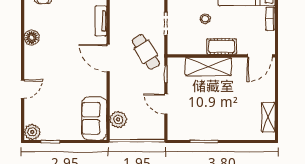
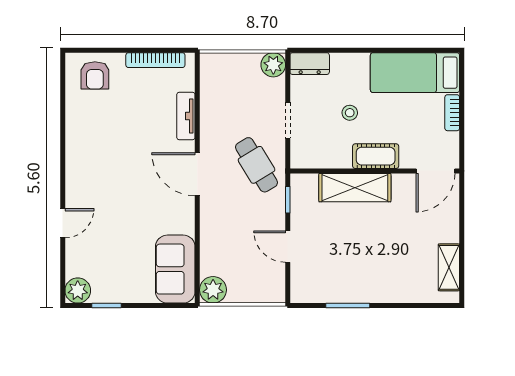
floor lamp: (32, 38) -> (77, 142), removed
plant: (118, 119) -> (213, 290), moved

